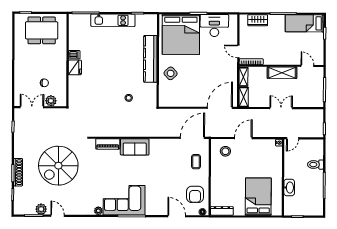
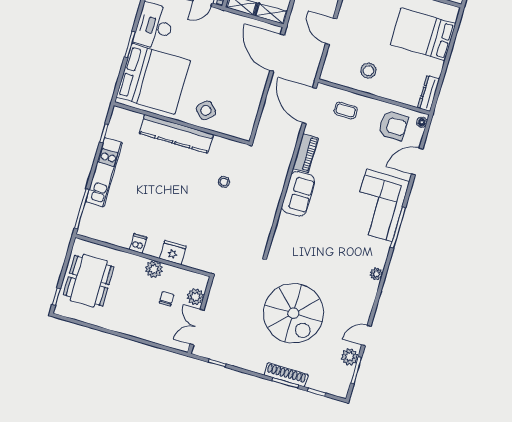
fridge: (75, 67) -> (173, 252), moved
plant: (61, 69) -> (154, 269), added
piano: (108, 144) -> (306, 153), moved
stool: (225, 151) -> (368, 71), moved
corner sofa: (124, 200) -> (379, 205), moved

